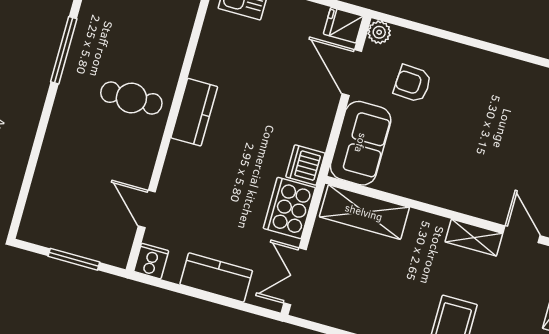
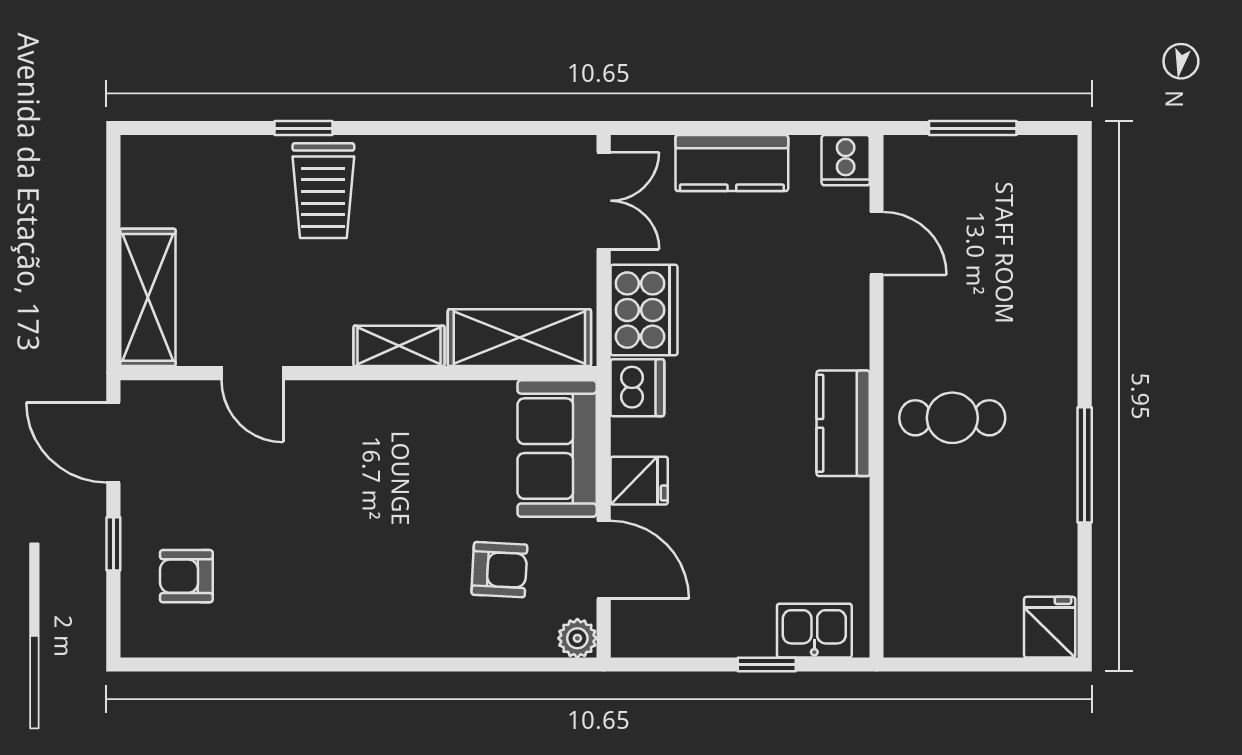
fridge: (343, 25) -> (639, 481), moved
shelving: (474, 238) -> (399, 346), moved

